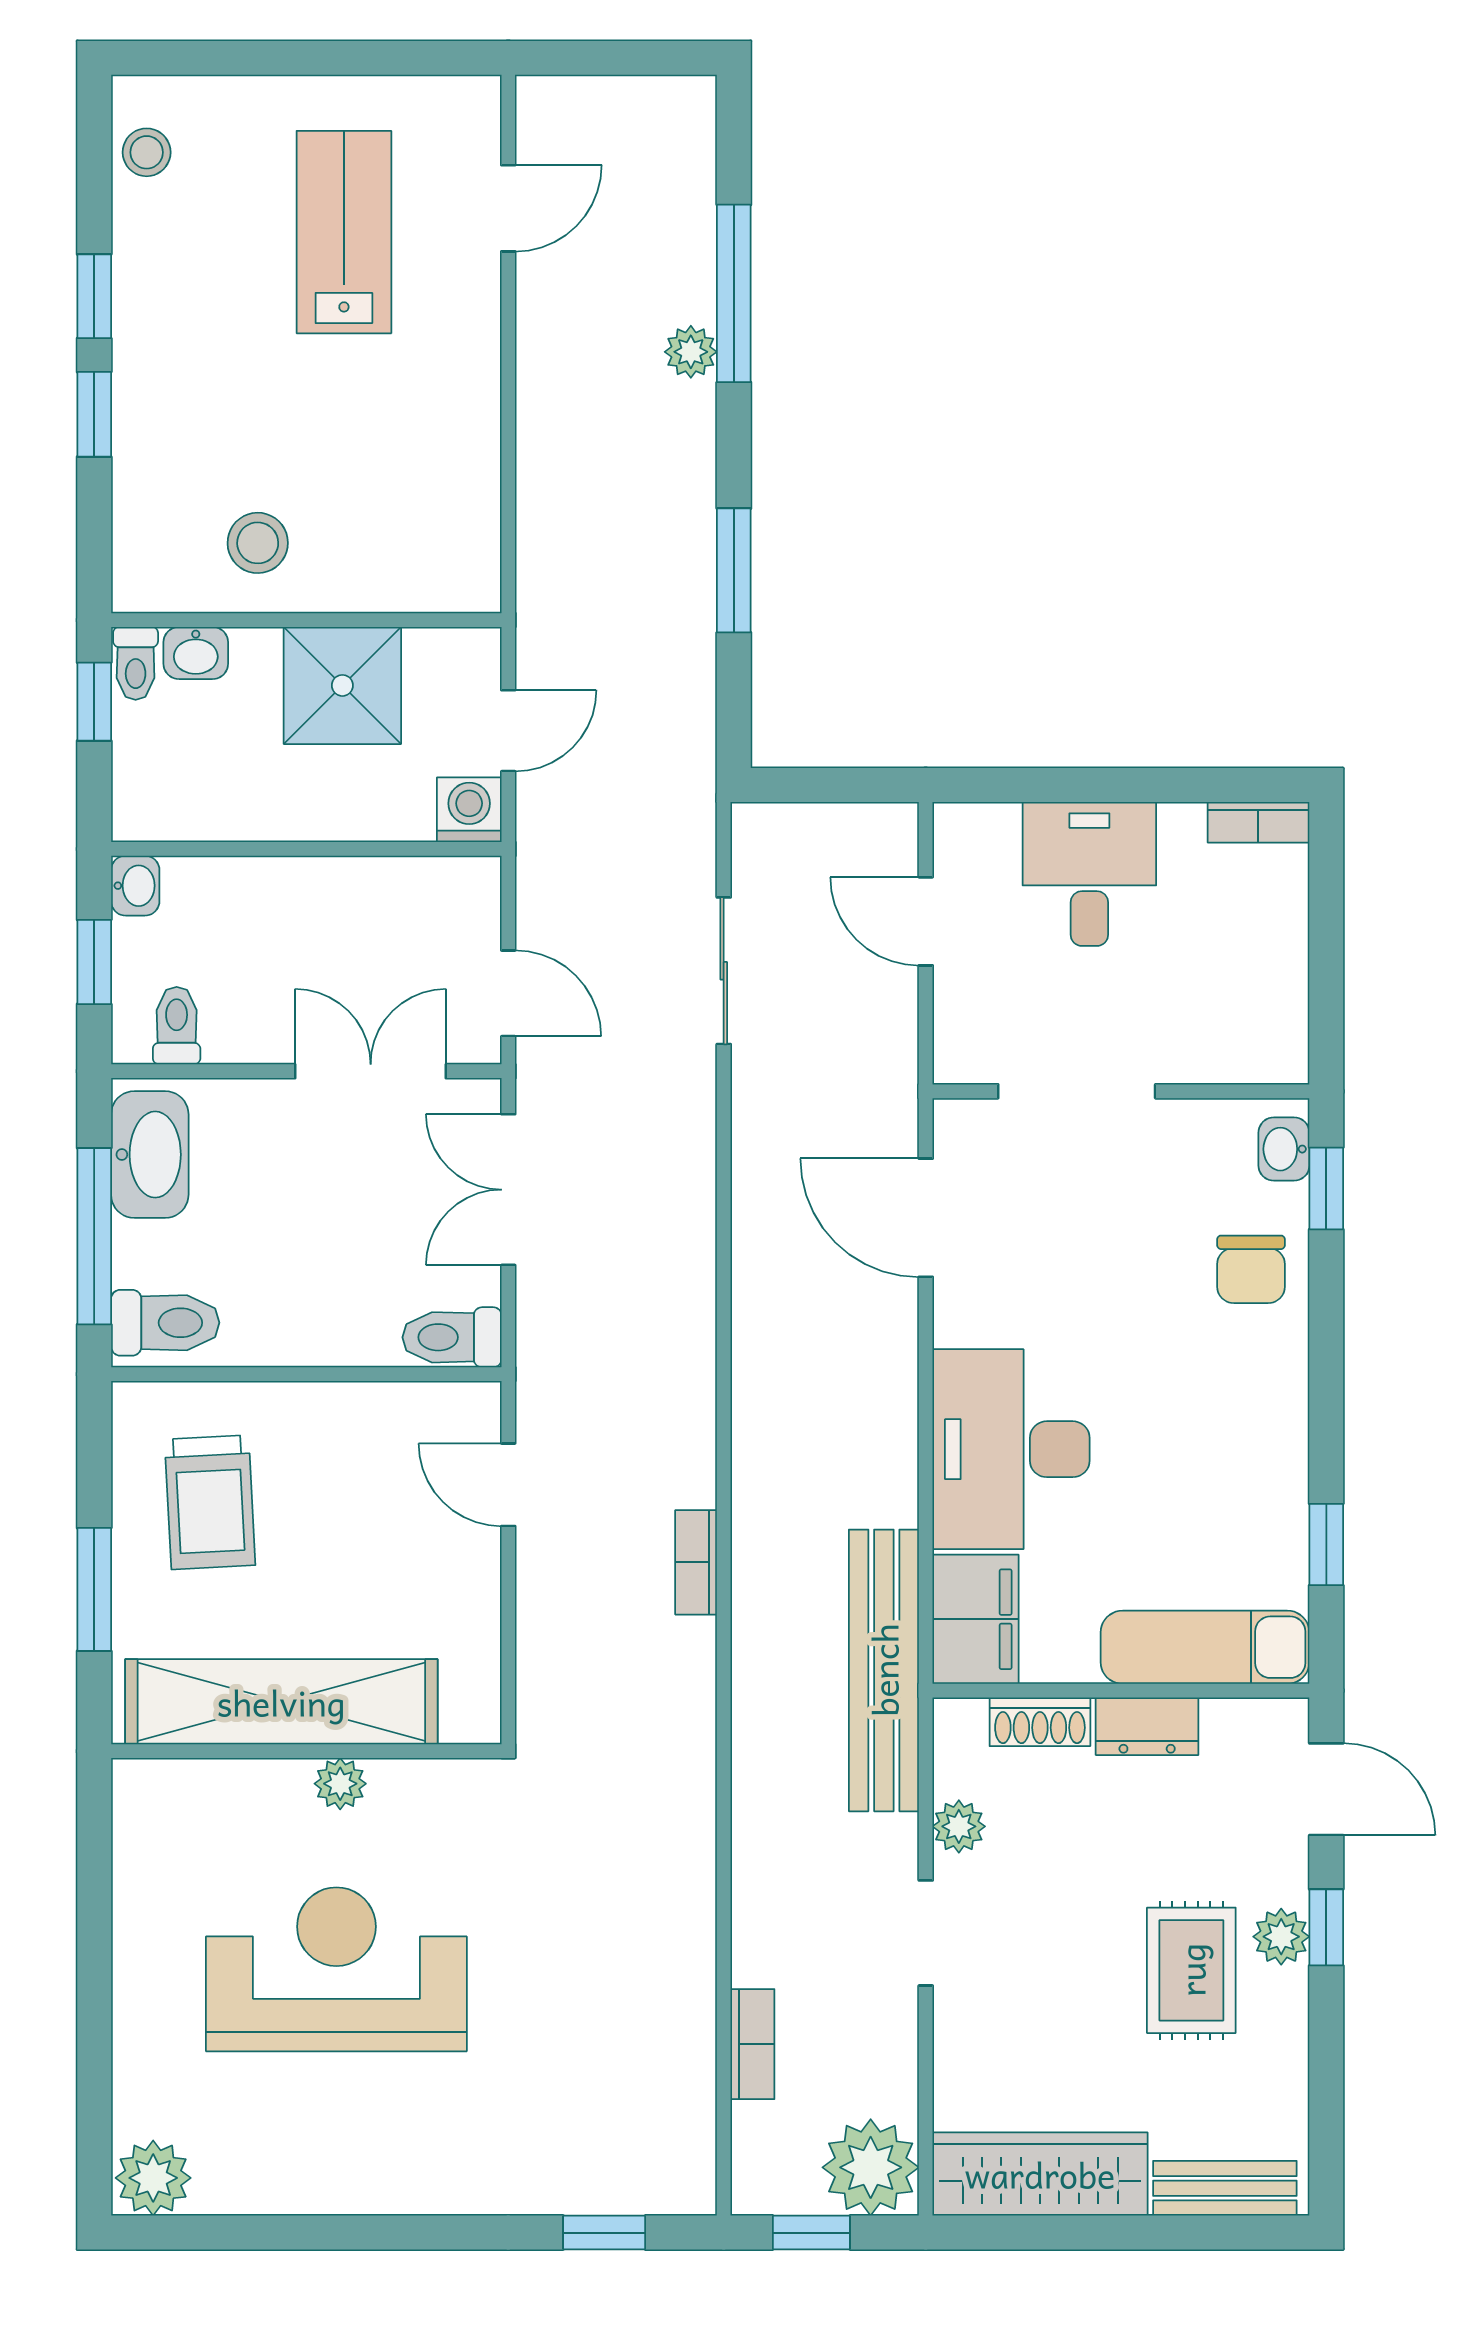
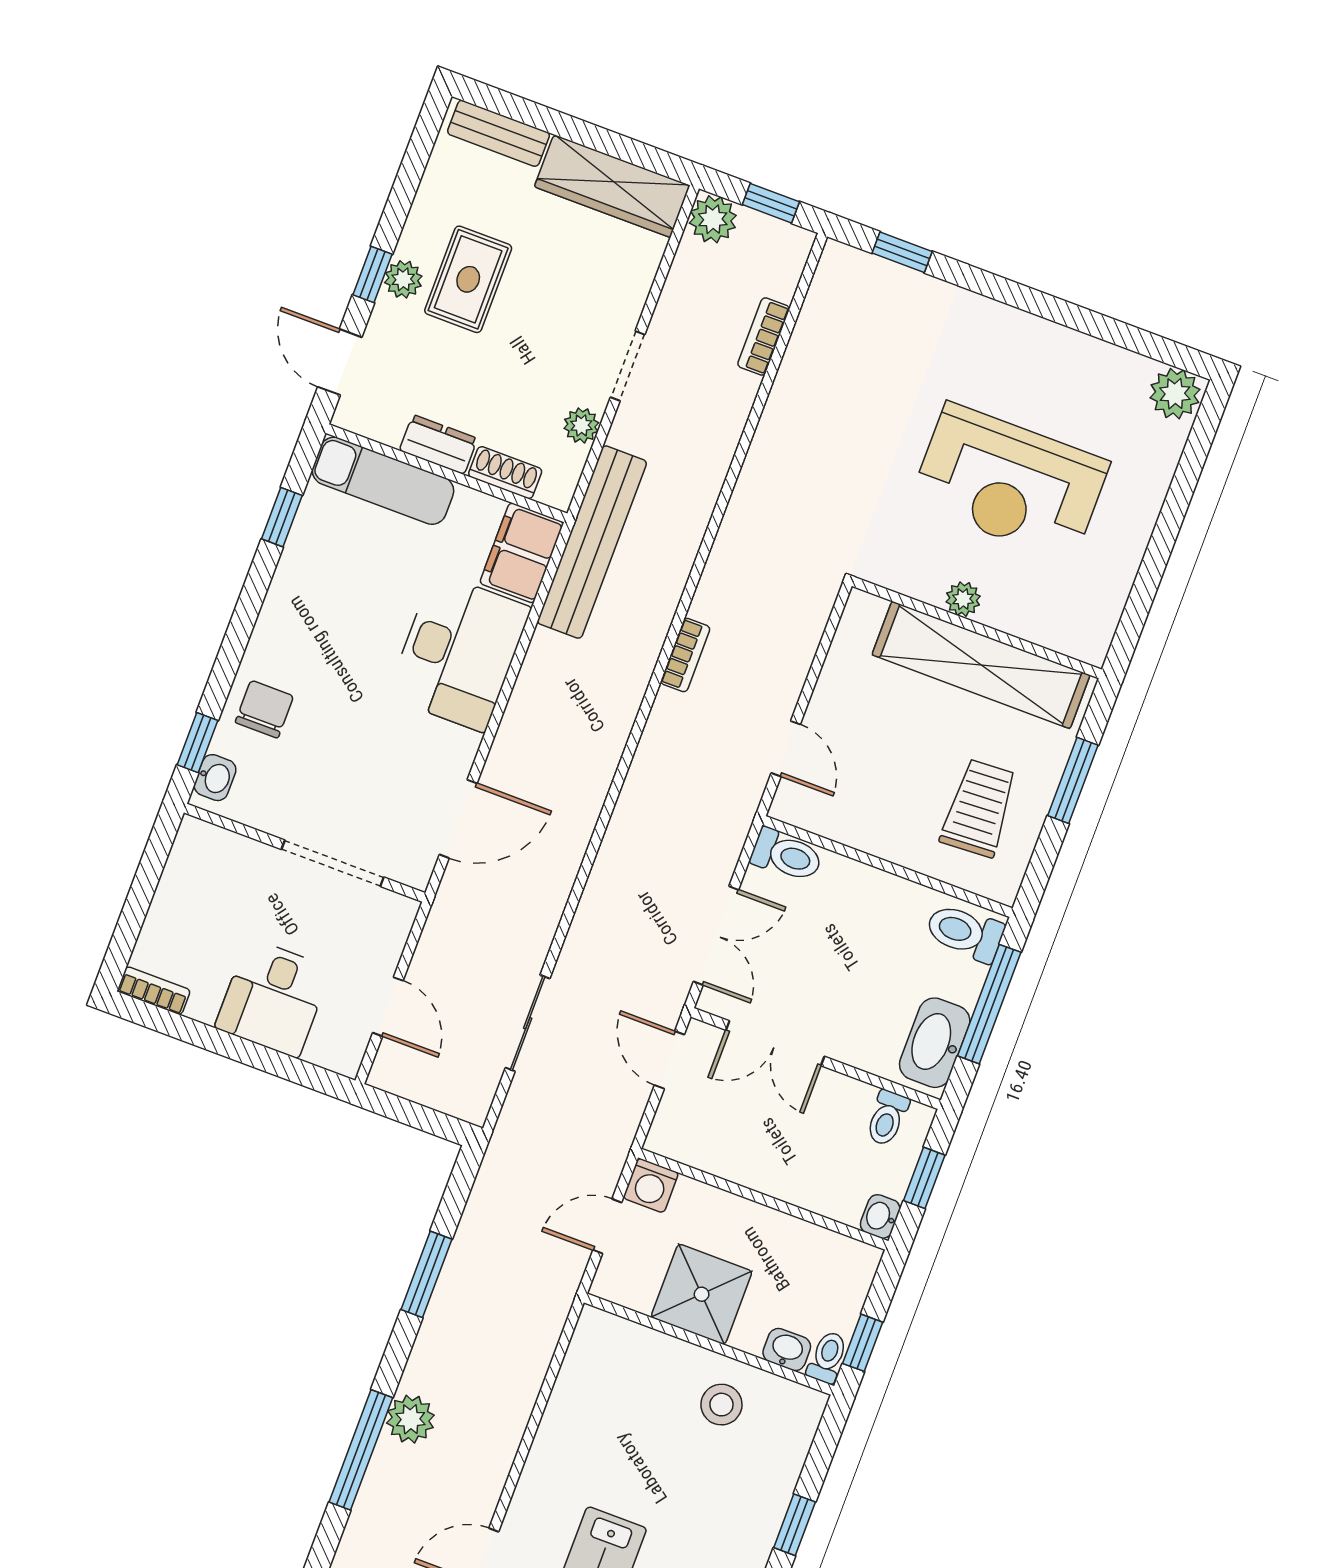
plant: (691, 352) -> (410, 1419), width x1.38, depth x1.38
door: (926, 1218) -> (458, 819), hinge flipped
plant: (871, 2167) -> (713, 219), width x0.73, depth x0.73

